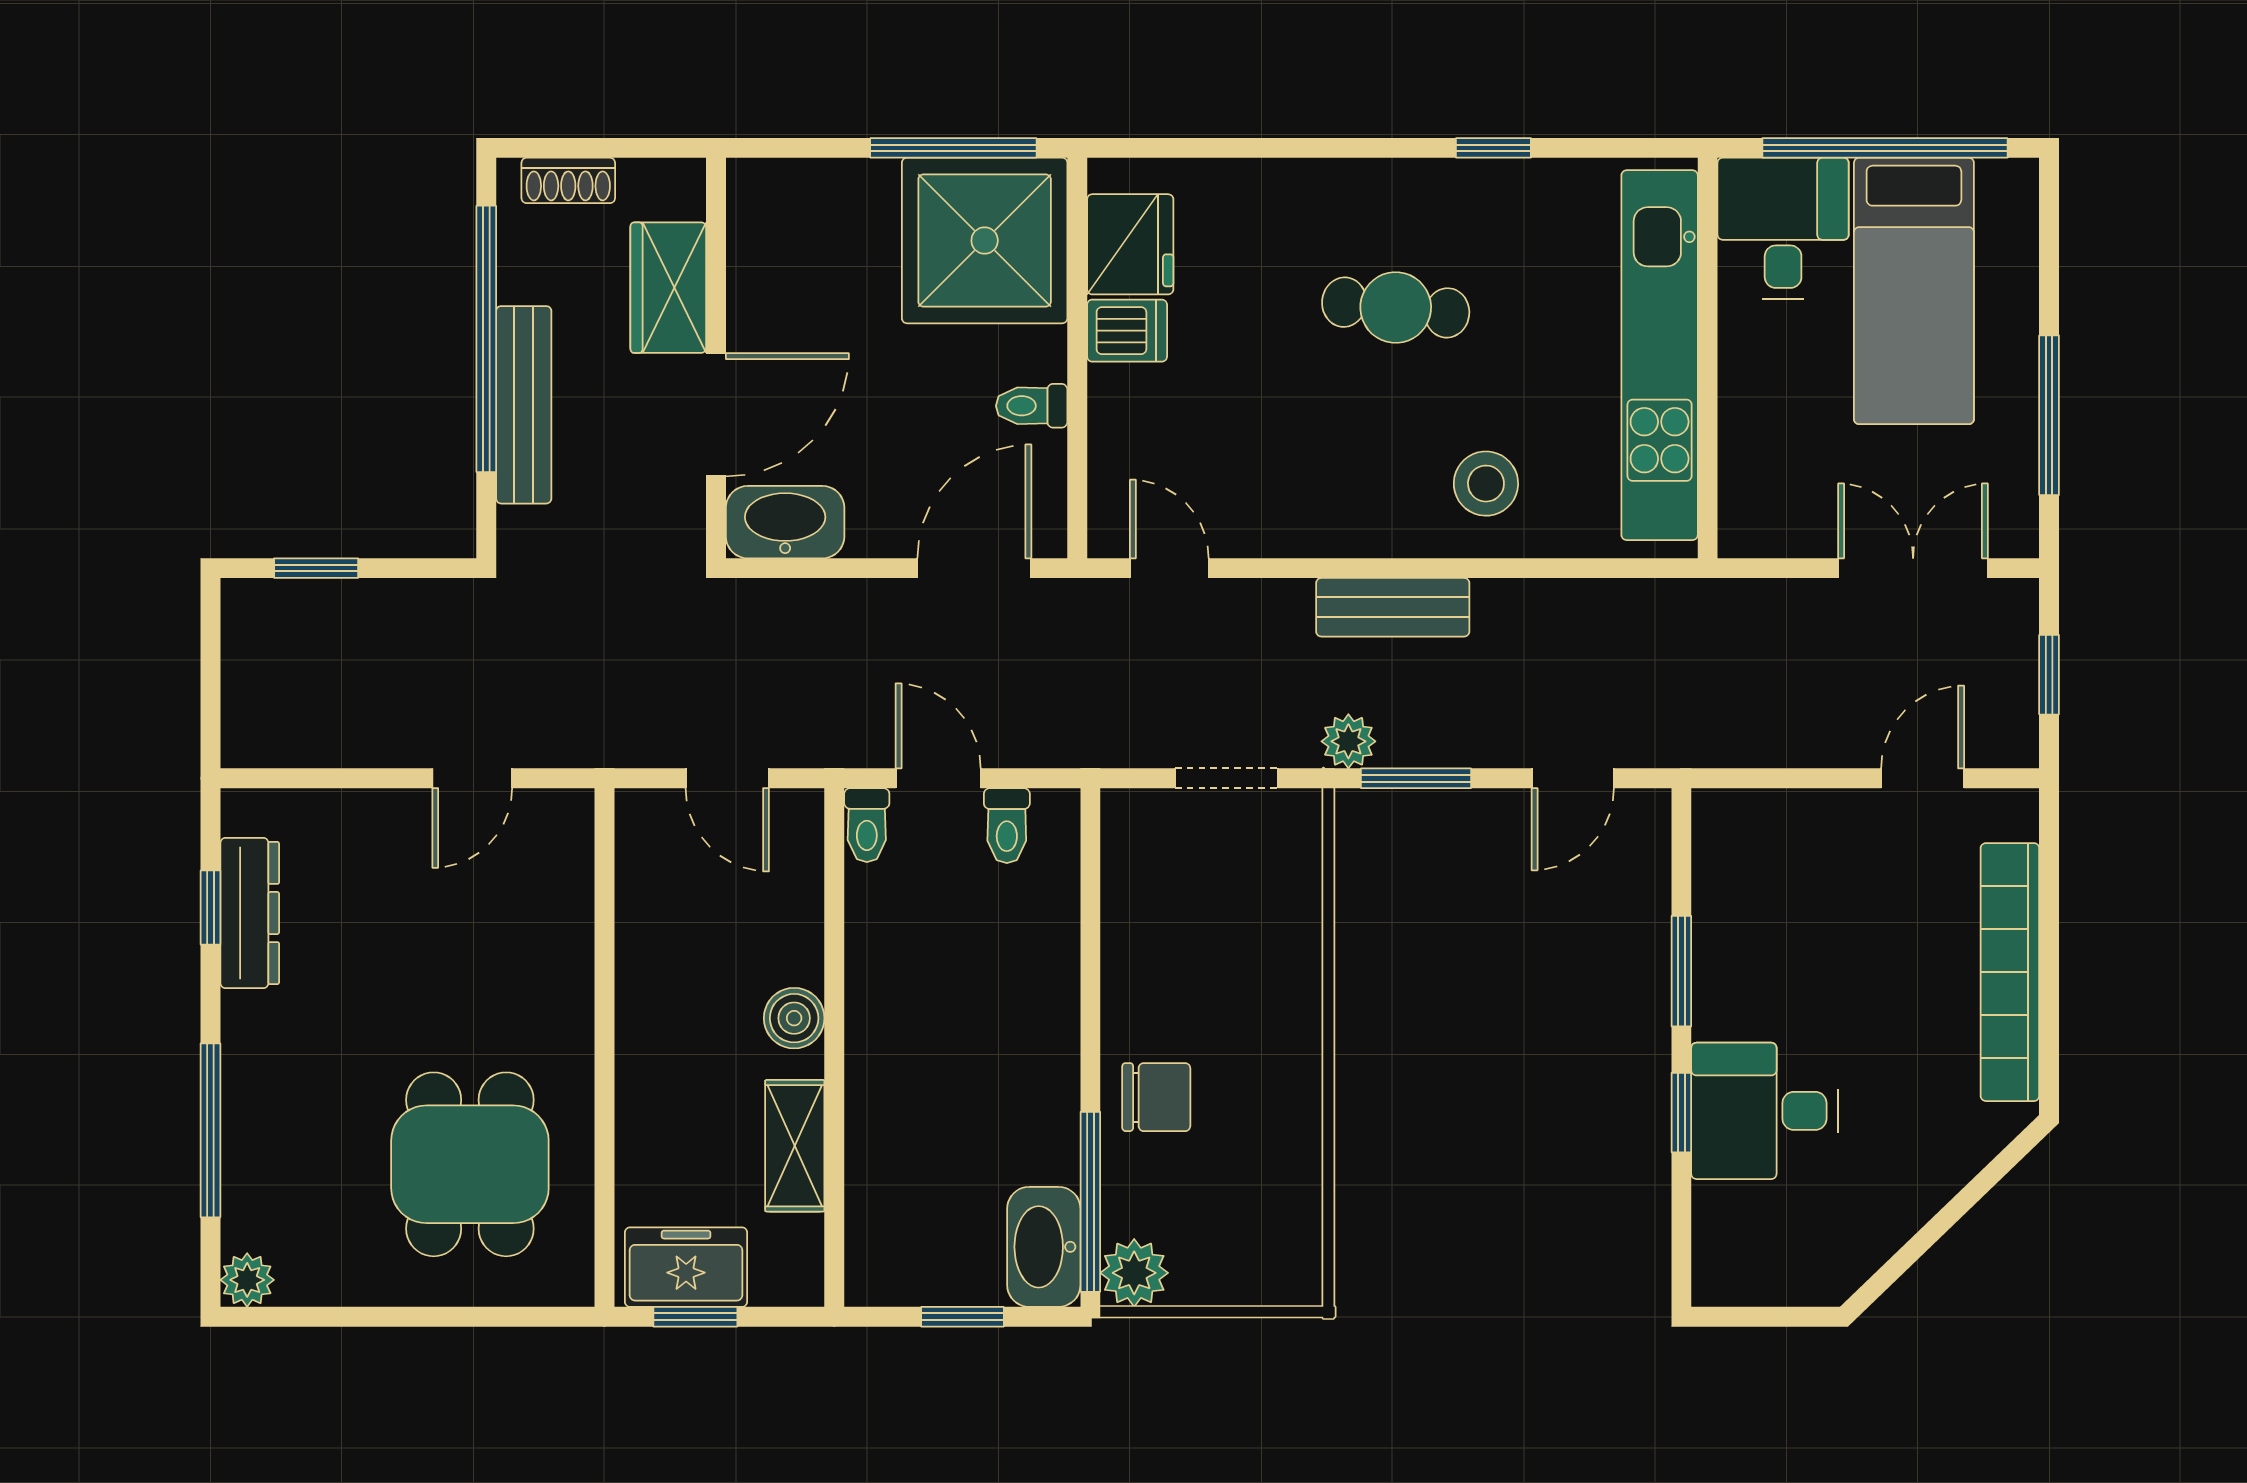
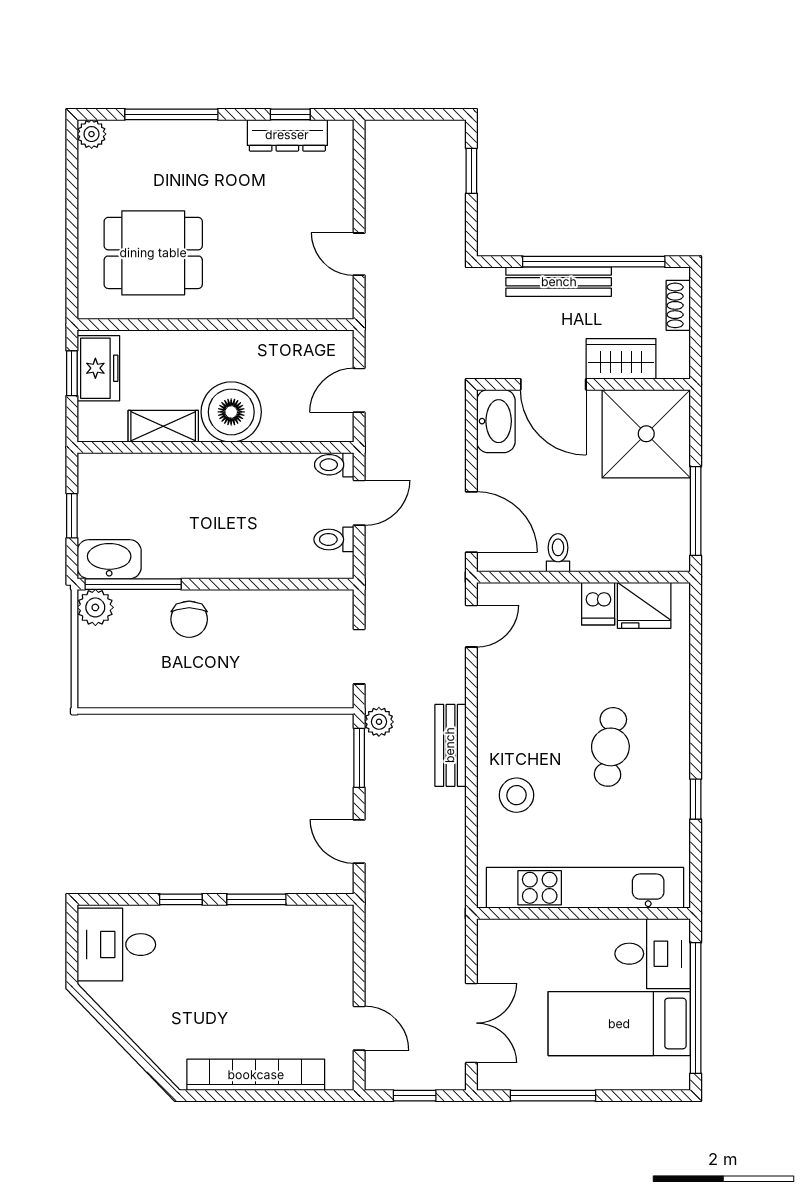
shower: (985, 241) -> (646, 434), moved
boiler: (794, 1018) -> (231, 412), width x1.86, depth x1.86
desk: (1765, 1111) -> (116, 945), moved, turned -90

